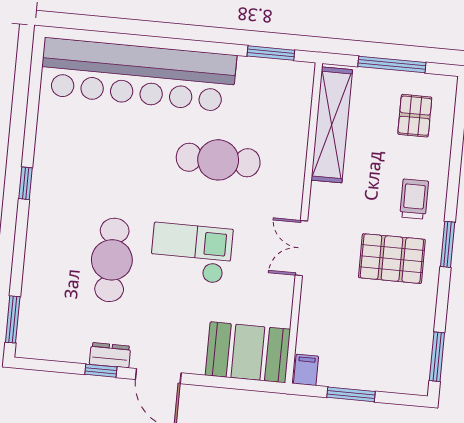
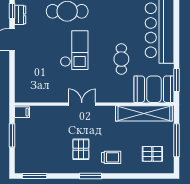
cafe table: (218, 160) -> (121, 59), width x0.73, depth x0.74
pallet: (392, 259) -> (81, 149), width x0.67, depth x0.71
booth: (248, 352) -> (154, 89), moved, turned 90

